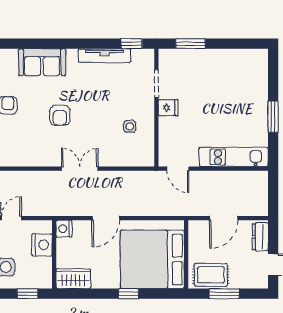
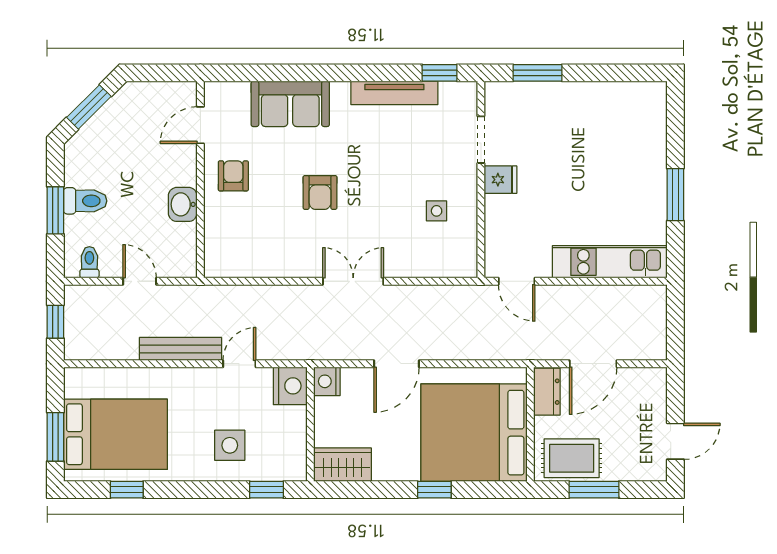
dresser: (260, 237) -> (547, 392), moved, turned 180
nightstand: (42, 245) -> (290, 386), moved

